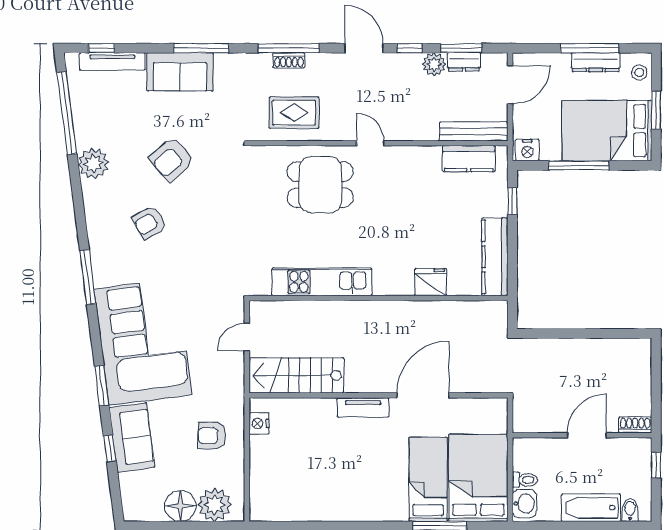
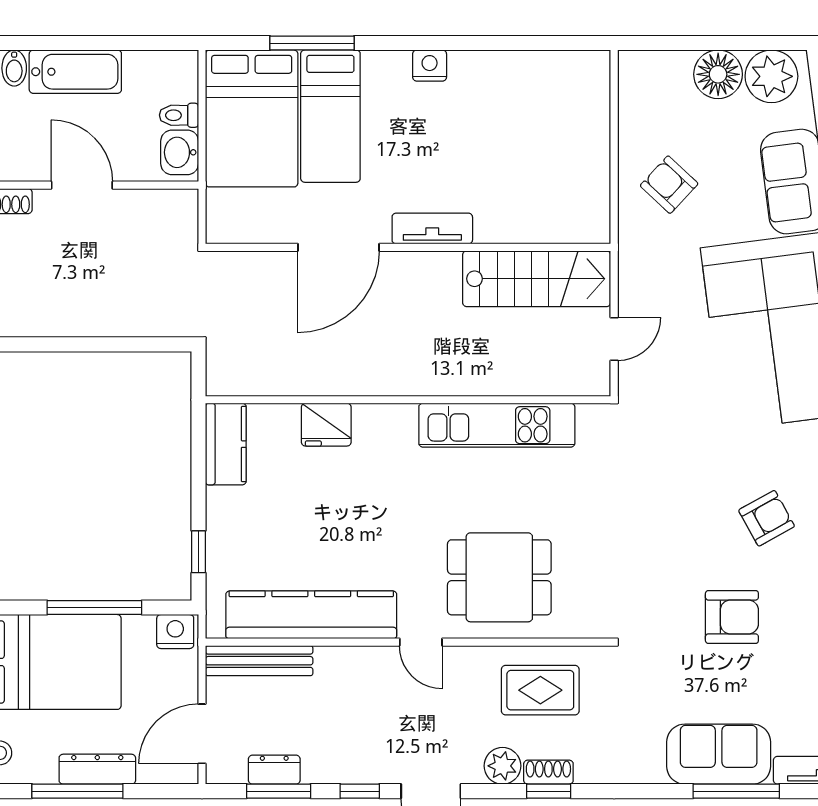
window: (201, 48) -> (736, 791), moved
window: (289, 48) -> (549, 791), width x0.46
dresser: (596, 62) -> (97, 769), moved
plant: (434, 64) -> (502, 766), moved
armchair: (172, 159) -> (732, 617), turned 41
kitchen counter: (469, 159) -> (311, 615), width x2.08, depth x1.17
kitchen counter: (495, 257) -> (226, 444), width x0.67
nightstand: (259, 423) -> (430, 66), moved, turned -90
door: (587, 435) -> (82, 185), swing flipped
armchair: (212, 436) -> (669, 185), turned -137
washbasin: (524, 504) -> (180, 152), moved
plant: (215, 505) -> (771, 76), moved

